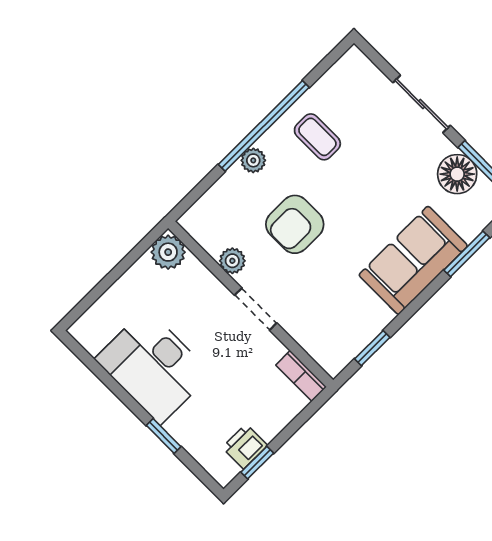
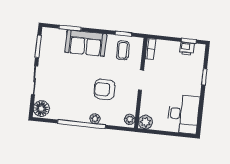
coffee table: (317, 137) -> (123, 50), moved
floor lamp: (457, 174) -> (41, 109), moved
armchair: (295, 224) -> (105, 89), turned 180
plant: (232, 261) -> (130, 119), moved
desk: (153, 366) -> (183, 114), moved

